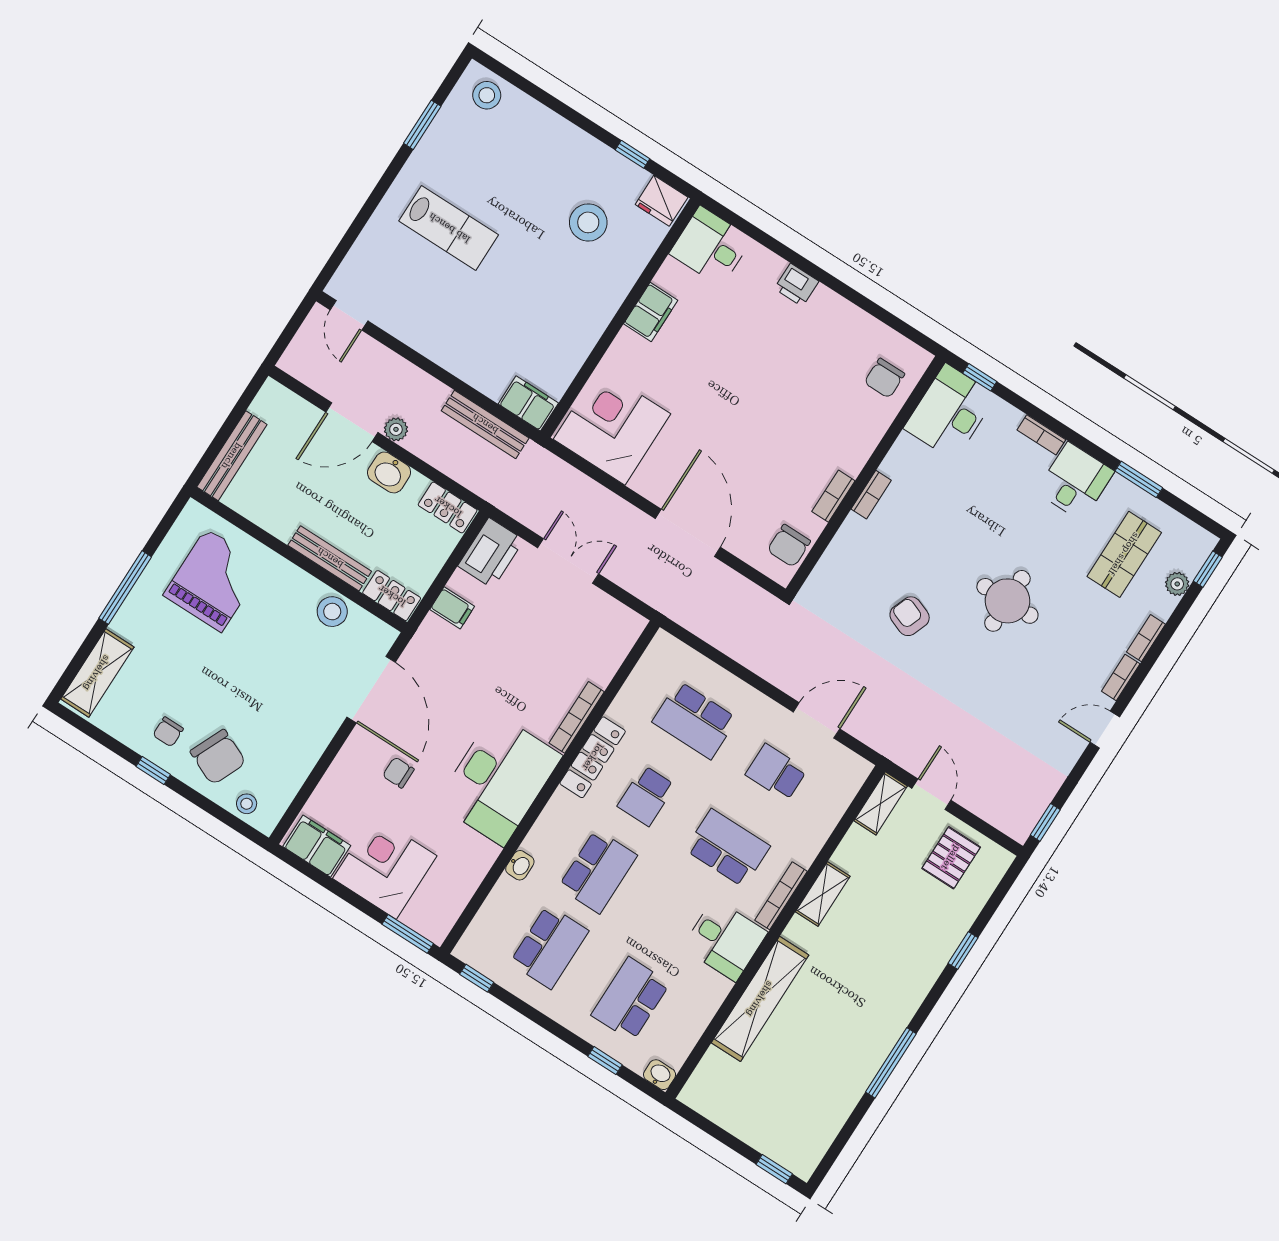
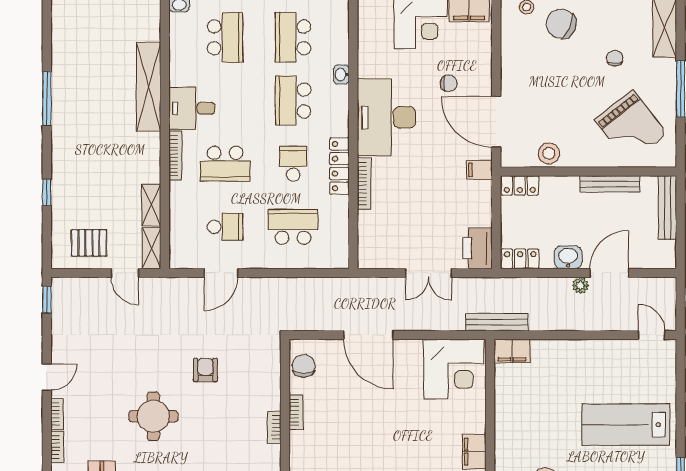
lab bench: (449, 228) -> (626, 425), width x1.36, depth x1.39
bench: (485, 424) -> (497, 322), moved
bench: (330, 558) -> (610, 184), moved
grand piano: (214, 580) -> (631, 127), turned -38
filing cabinet: (452, 608) -> (479, 170), moved
armchair: (910, 616) -> (205, 370), turned -111
chair: (168, 732) -> (615, 58), moved
pallet: (951, 858) -> (89, 243), turned 90
shelving: (823, 894) -> (151, 205), moved

